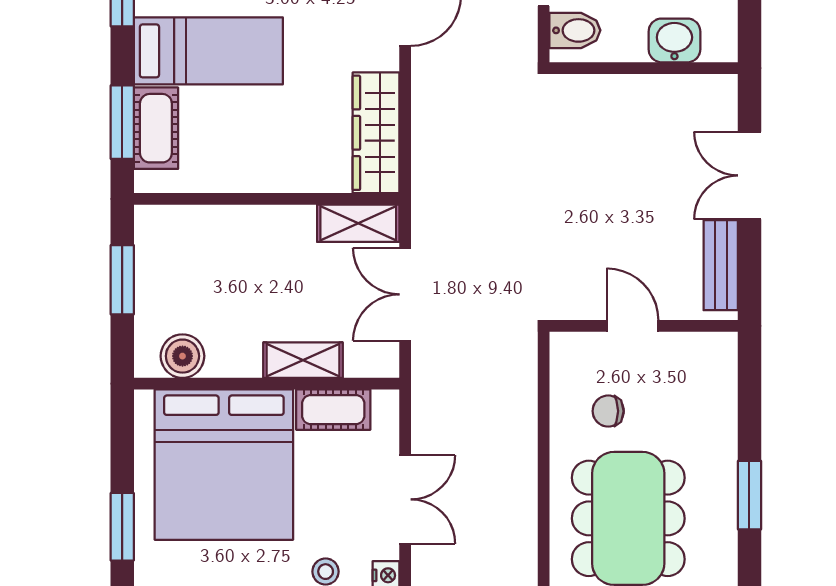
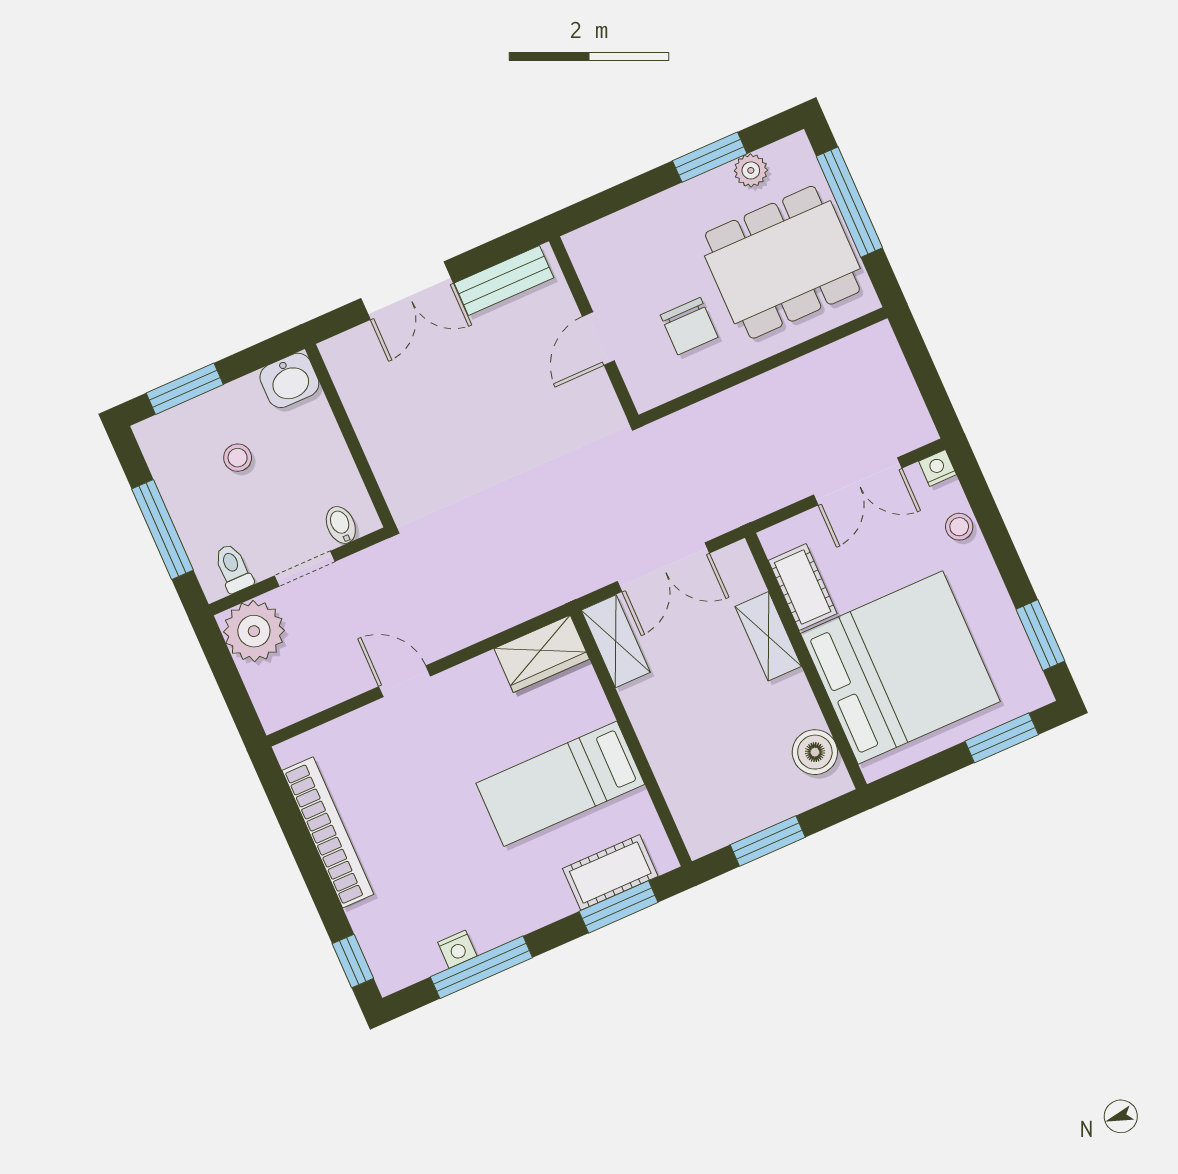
bidet: (575, 30) -> (341, 525), width x0.72, depth x0.74
washbasin: (674, 40) -> (289, 380), moved, turned -90
bed: (208, 51) -> (560, 784), moved, turned -90
wardrobe: (376, 133) -> (542, 654), width x0.67
chair: (608, 411) -> (689, 326), width x1.37, depth x1.37
double door: (405, 499) -> (858, 481), swing flipped
plant: (722, 526) -> (751, 170), added

